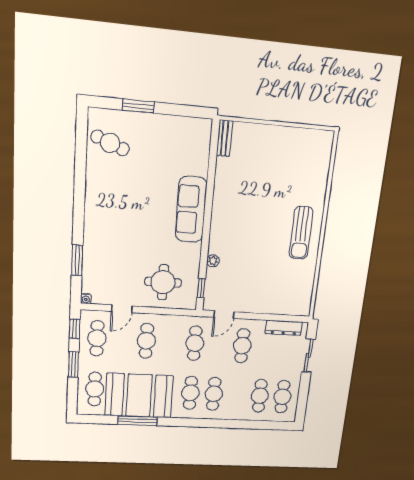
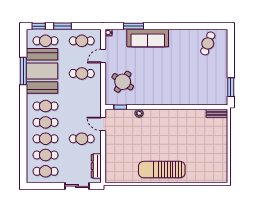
window: (138, 106) -> (231, 87), moved
sofa: (191, 210) -> (148, 38), moved, turned 180
sun lounger: (301, 233) -> (162, 170), width x1.36, depth x1.34
round table: (163, 282) -> (123, 82), turned 34
door: (122, 309) -> (103, 56), hinge flipped
window: (75, 329) -> (39, 26), moved
cafe table: (195, 343) -> (46, 139), moved

